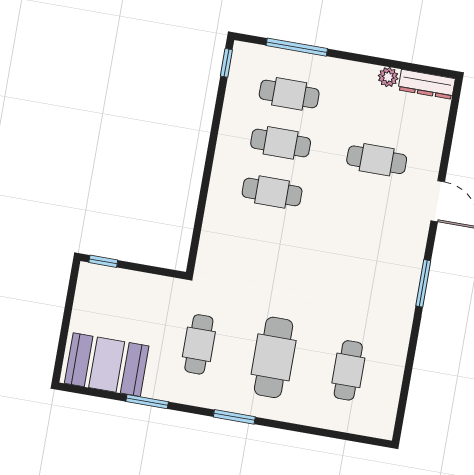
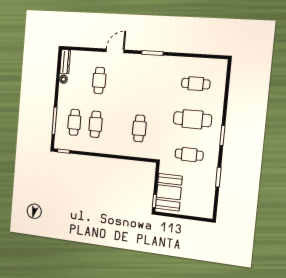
cafe table: (272, 192) -> (139, 128), moved
booth: (107, 365) -> (169, 192), moved

